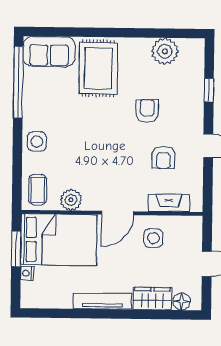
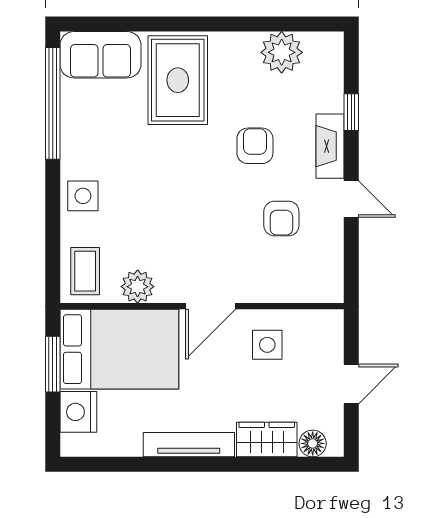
fireplace: (169, 203) -> (330, 146), moved, turned -90
nightstand: (27, 273) -> (78, 412), width x1.89, depth x1.79

